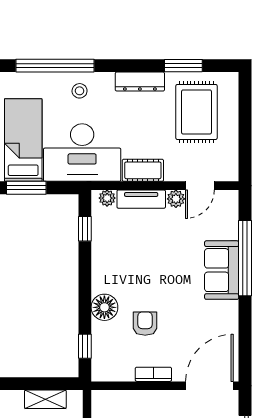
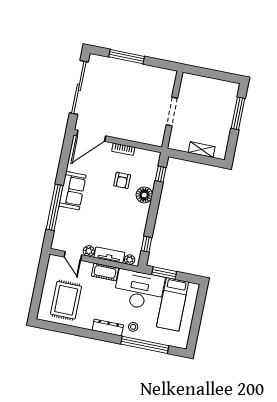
window: (183, 66) -> (68, 329), removed
dresser: (140, 82) -> (108, 328), moved
door: (200, 186) -> (73, 256), swing flipped
window: (26, 188) -> (164, 273), moved
sofa: (222, 270) -> (73, 191), moved
shelving: (45, 399) -> (202, 150), moved

